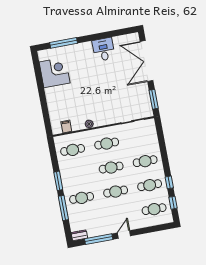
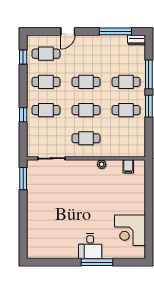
window: (64, 43) -> (97, 262), moved
desk: (104, 49) -> (90, 246), moved
double door: (147, 61) -> (23, 224), removed
cafe table: (73, 150) -> (126, 110), moved
window: (169, 182) -> (23, 115), moved
door: (124, 234) -> (68, 31), moved

